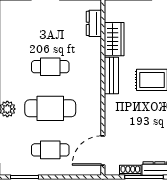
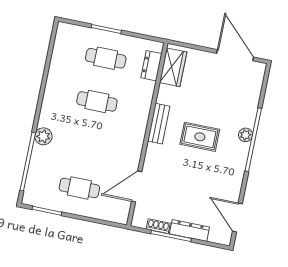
wardrobe: (114, 39) -> (173, 67), moved
cafe table: (50, 108) -> (106, 58), moved, width x0.73, depth x0.74
door: (103, 151) -> (137, 186), moved

